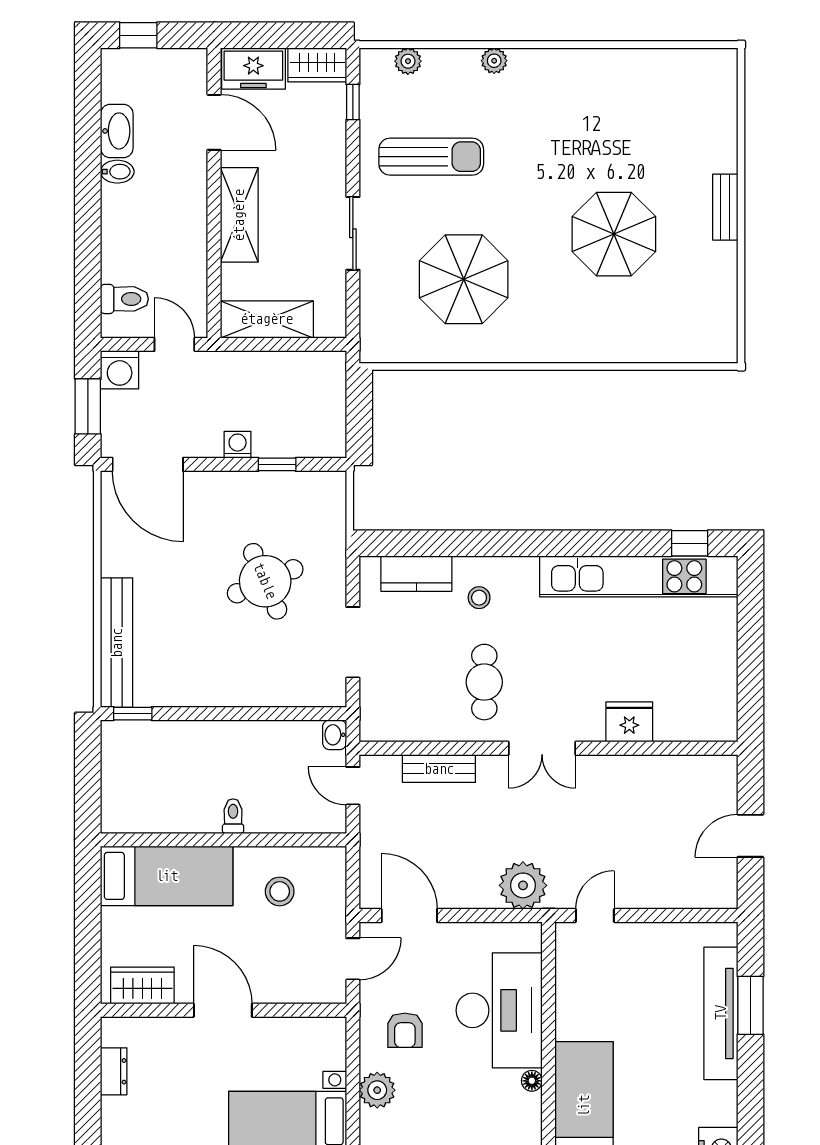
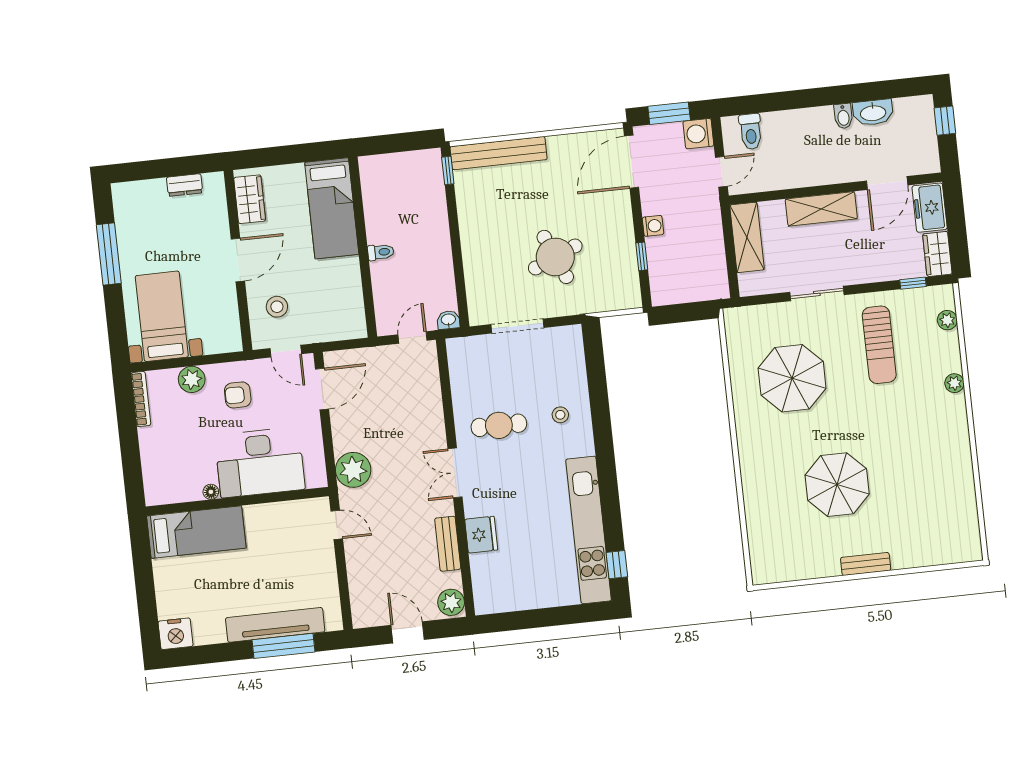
kitchen counter: (416, 574) -> (573, 367), removed
bench: (439, 769) -> (448, 544), moved
plant: (716, 773) -> (451, 602), added
stool: (280, 891) -> (277, 307), moved
window: (750, 1005) -> (283, 646), width x1.44

